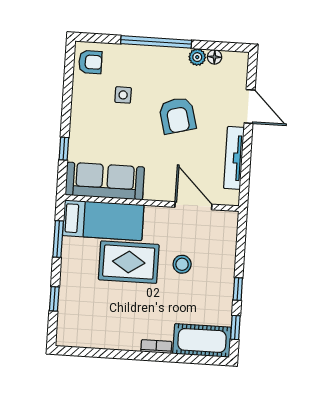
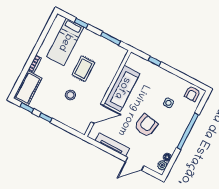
plant: (197, 57) -> (162, 165), moved
armchair: (177, 115) -> (146, 126), turned 115
sofa: (105, 181) -> (122, 88), moved
bed: (103, 220) -> (65, 42), moved
rug: (129, 262) -> (83, 69), width x0.73, depth x0.70

